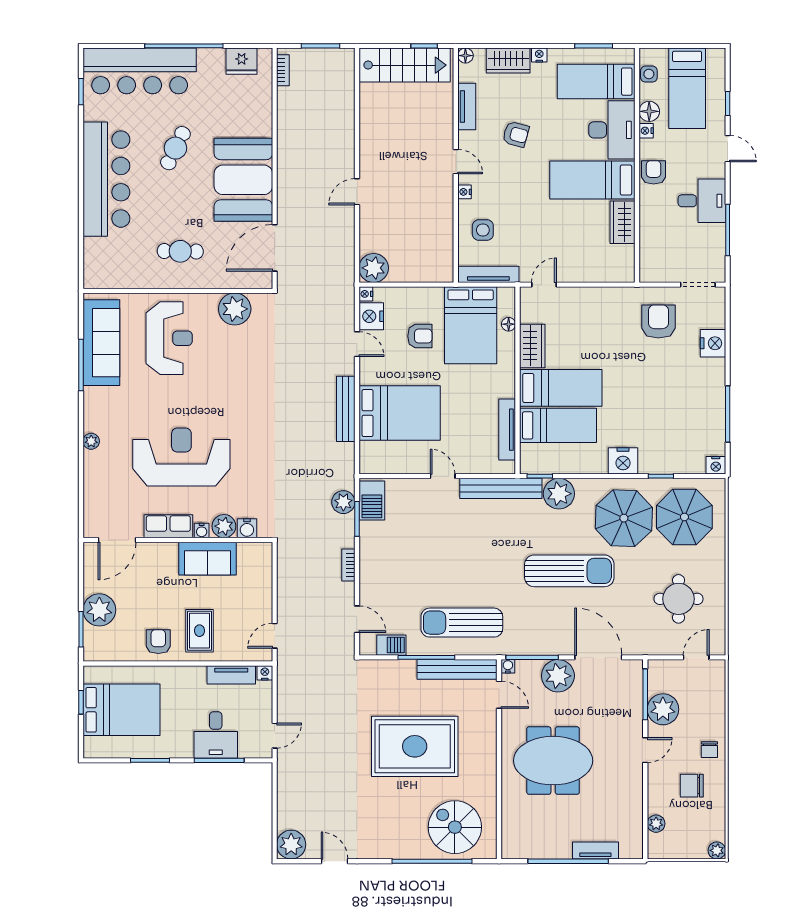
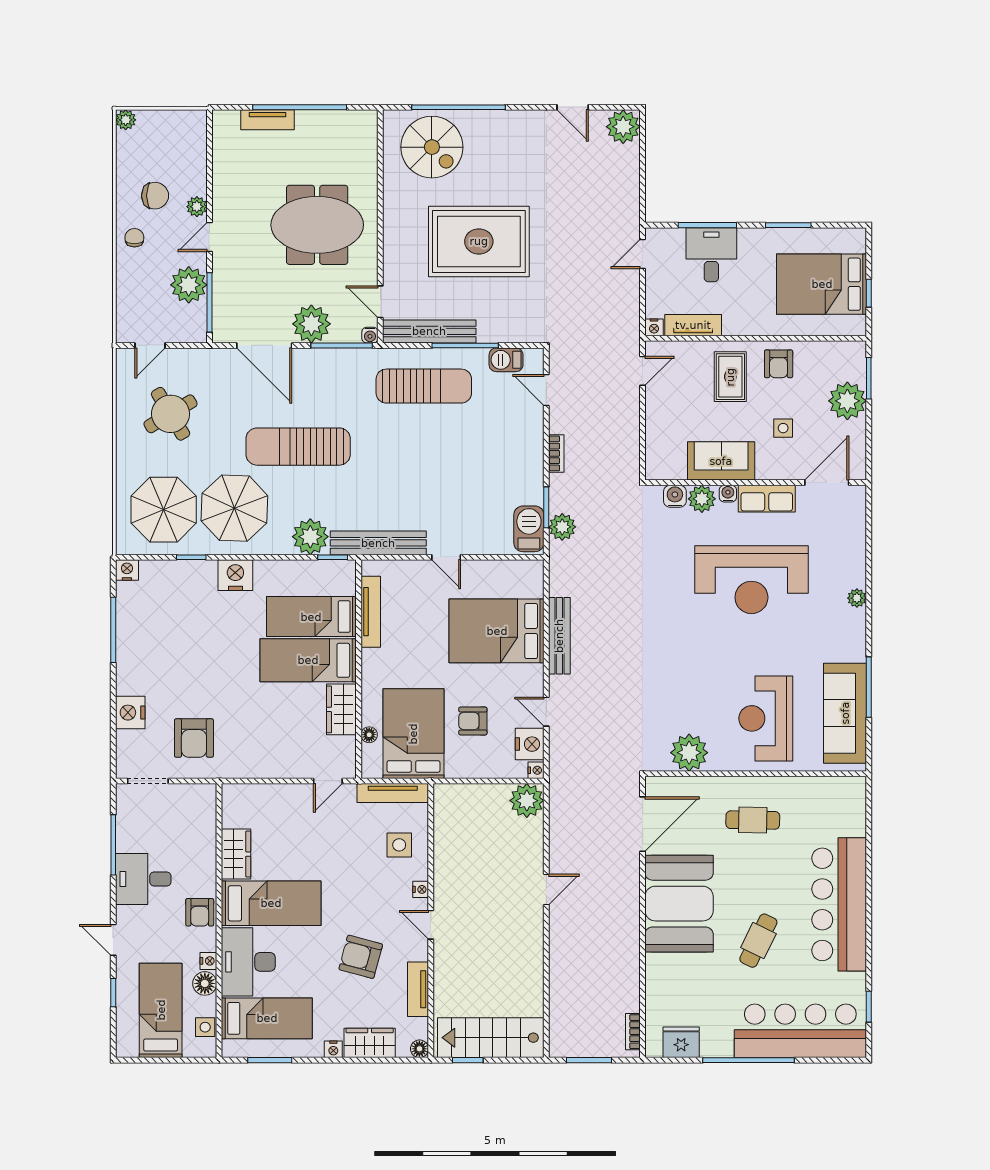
armchair: (516, 134) -> (361, 957), width x1.38, depth x1.38
side table: (154, 587) -> (783, 428), added
round table: (679, 599) -> (171, 414), turned -31
plant: (656, 824) -> (197, 207), moved

